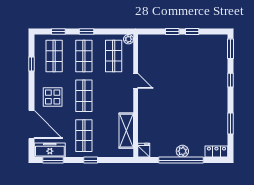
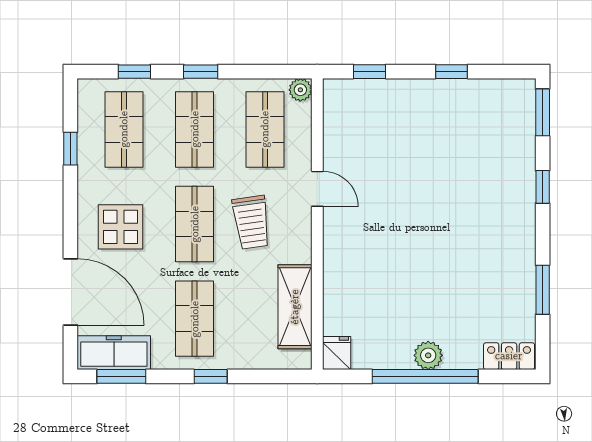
window: (172, 32) -> (370, 72), moved
trolley: (108, 95) -> (251, 222), added

